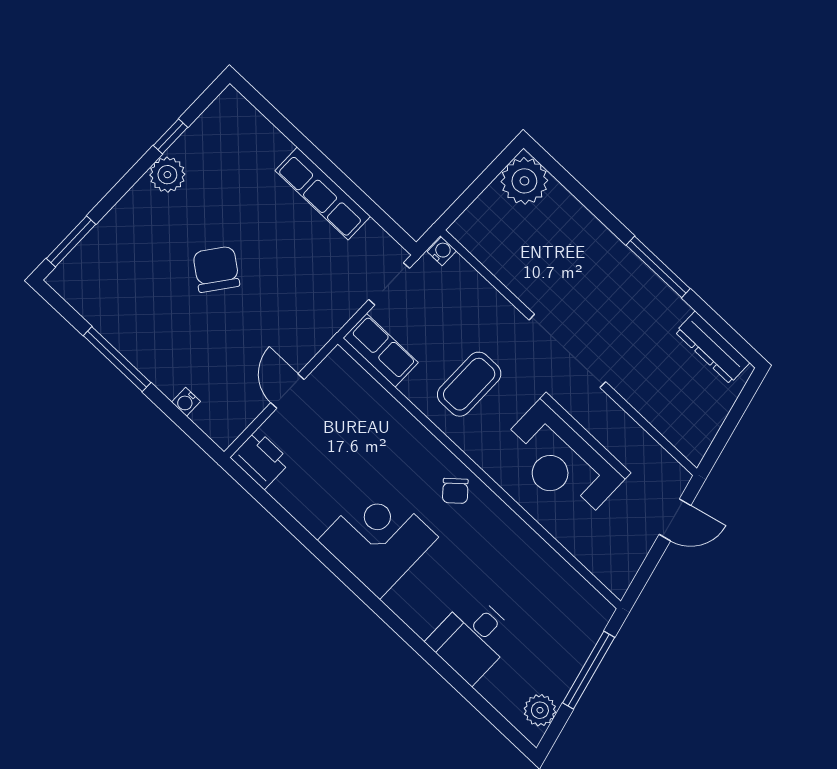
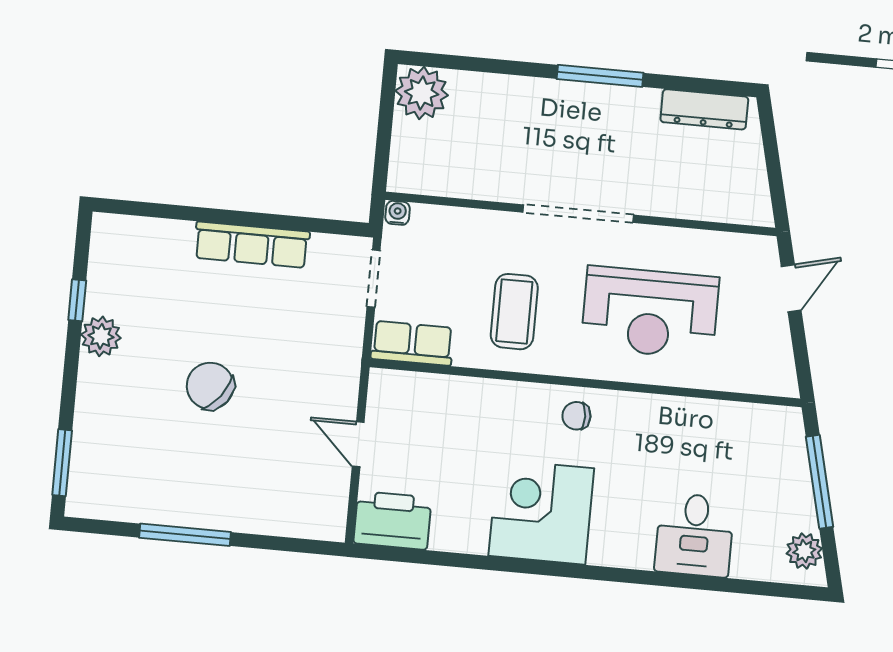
water cooler: (186, 402) -> (276, 525), removed
printer: (260, 460) -> (392, 520), width x1.37, depth x1.19
chair: (455, 491) -> (576, 416), turned 129

